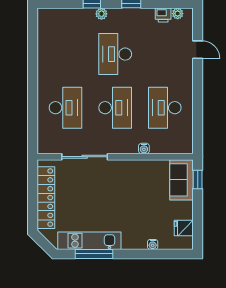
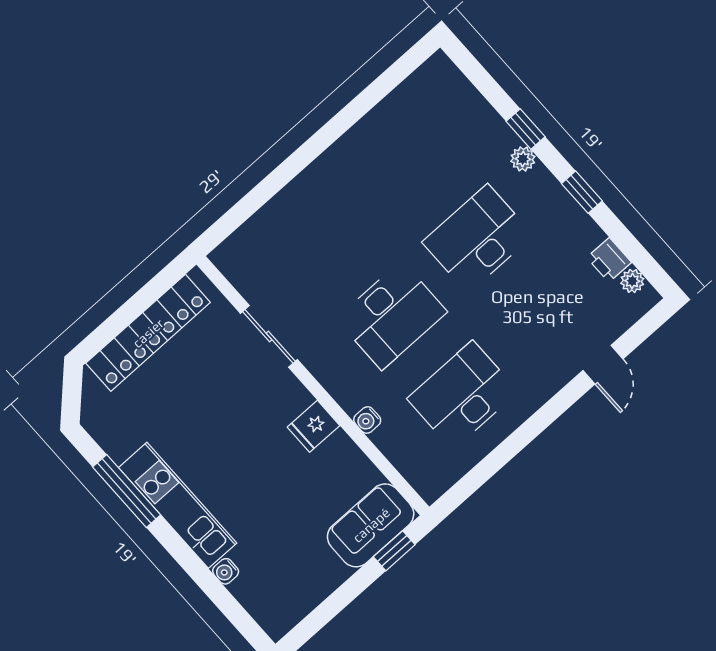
desk: (66, 108) -> (321, 236), removed
sliding door: (85, 157) -> (269, 336), width x0.73
fridge: (184, 228) -> (313, 426), moved, turned -90
kitchen unit: (89, 241) -> (178, 505), moved

